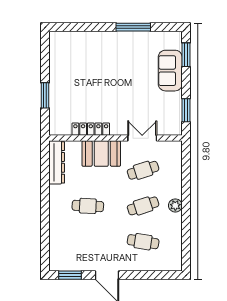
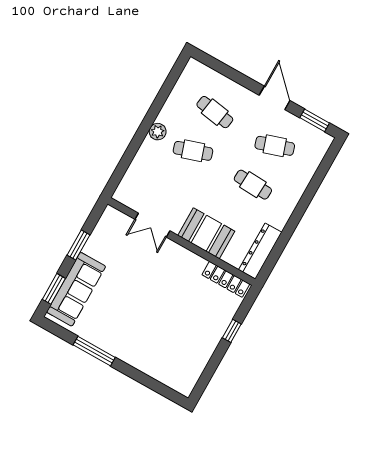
sofa: (170, 71) -> (76, 289), width x1.36
window: (45, 95) -> (232, 331), width x0.67
window: (186, 110) -> (79, 245), moved
locker: (91, 129) -> (226, 279), moved
cafe table: (143, 170) -> (275, 146), moved

